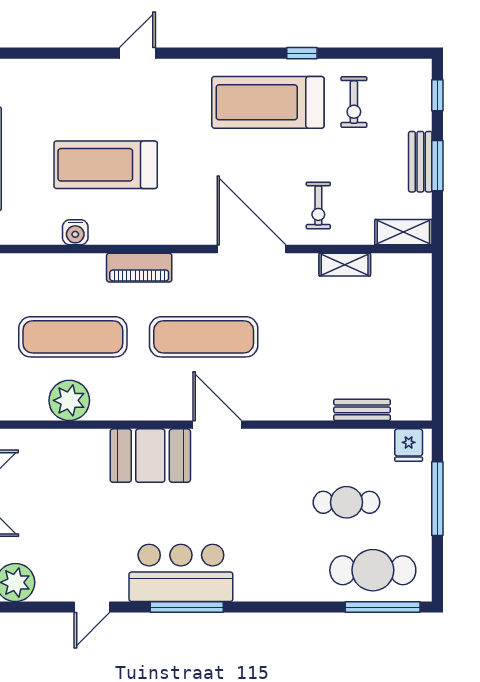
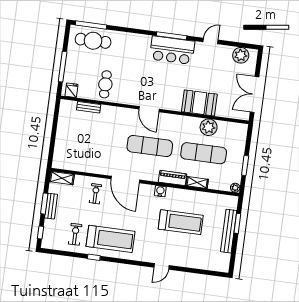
water cooler: (75, 232) -> (160, 191), moved
shelving: (345, 265) -> (197, 183), moved
booth: (150, 456) -> (199, 103), moved
cafe table: (346, 502) -> (105, 84), moved, turned 90

